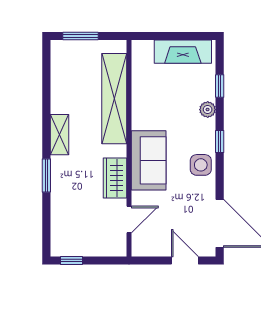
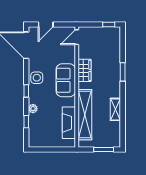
fireplace: (183, 52) -> (69, 123), moved, turned -90
shelving: (59, 135) -> (115, 109), moved
door: (129, 219) -> (77, 37), moved
door: (185, 261) -> (46, 24), hinge flipped

